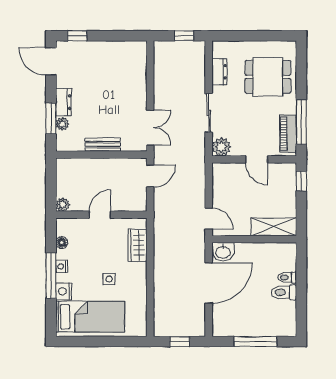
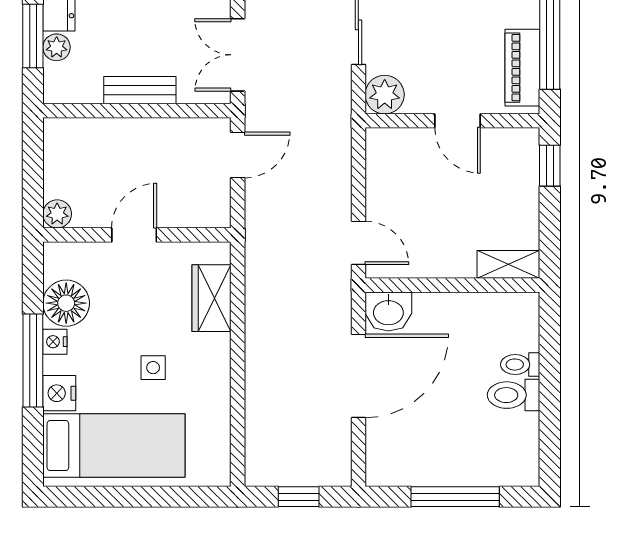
double door: (150, 127) -> (238, 55), swing flipped
shelving: (274, 227) -> (508, 264), width x0.67, depth x0.75
floor lamp: (62, 242) -> (66, 303), width x1.89, depth x1.89

